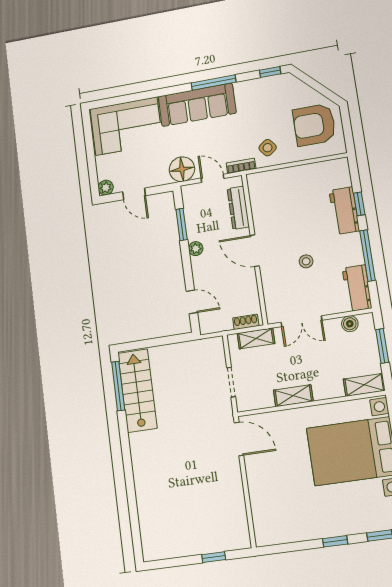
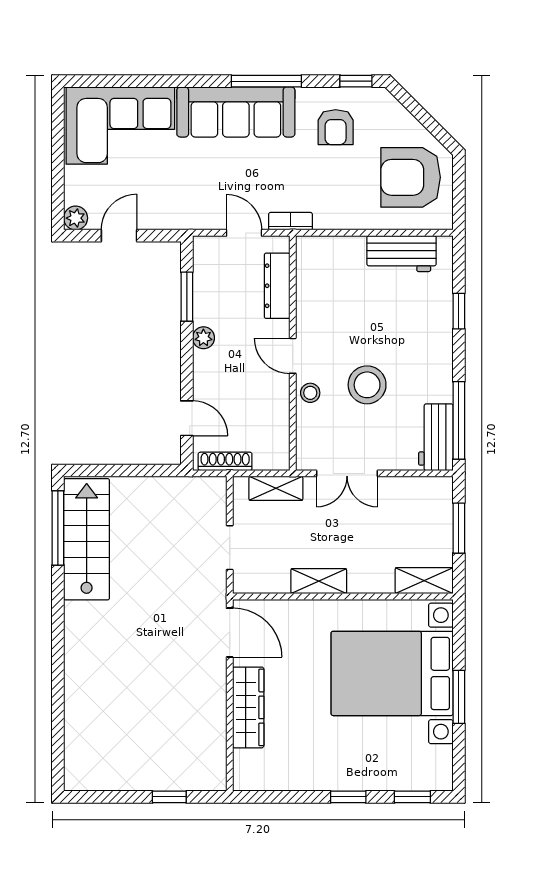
armchair: (261, 103) -> (336, 127), added
side table: (268, 148) -> (335, 200), removed
floor lamp: (182, 169) -> (199, 210), removed
door: (134, 194) -> (119, 236), swing flipped
workbench: (344, 211) -> (402, 254), moved, turned -90
door: (255, 251) -> (293, 356), width x0.73
window: (368, 255) -> (459, 420), moved
stool: (306, 261) -> (367, 385), width x1.89, depth x1.89
stool: (270, 273) -> (310, 393), added
shoe rack: (246, 322) -> (225, 461), moved, width x1.43
boiler: (350, 324) -> (417, 488), removed
wardrobe: (258, 488) -> (248, 707), added

